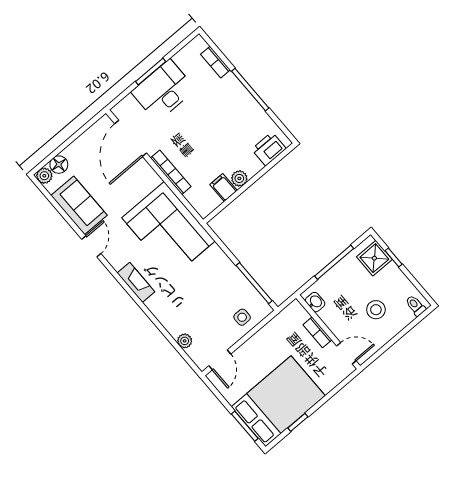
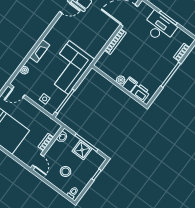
filing cabinet: (223, 188) -> (130, 85), moved
corner sofa: (168, 229) -> (69, 67), moved
shower: (374, 258) -> (82, 150), moved
fireplace: (136, 282) -> (40, 51), moved

